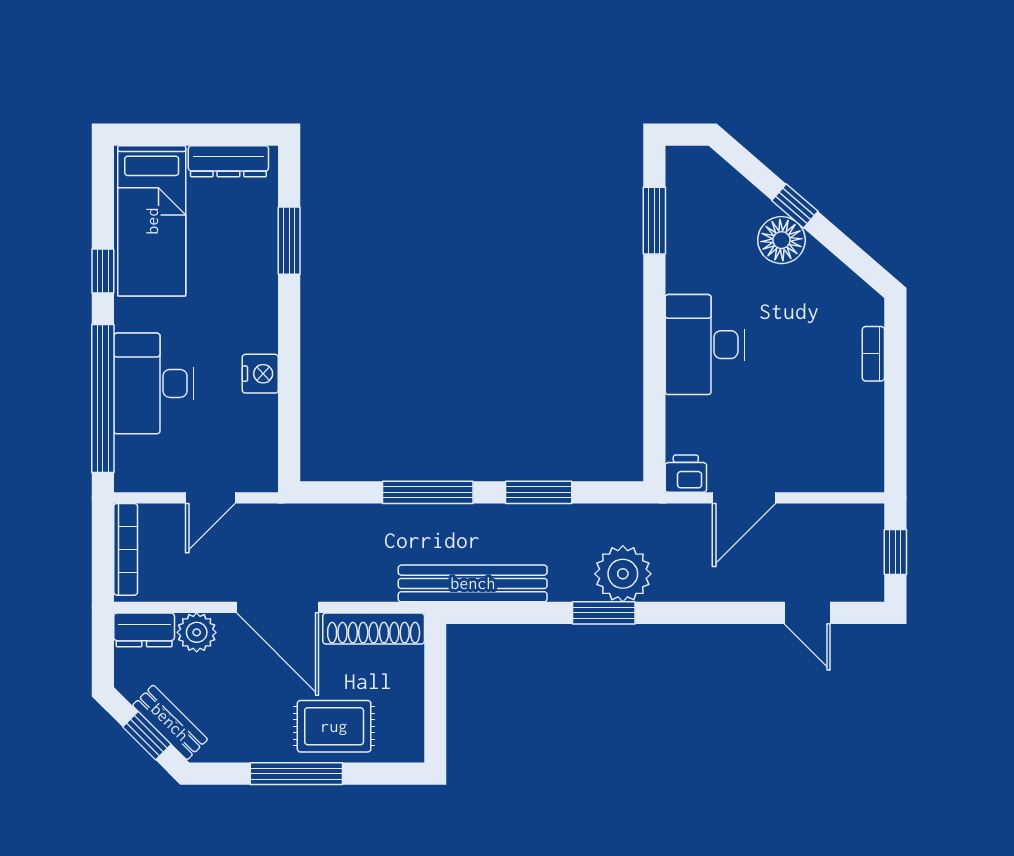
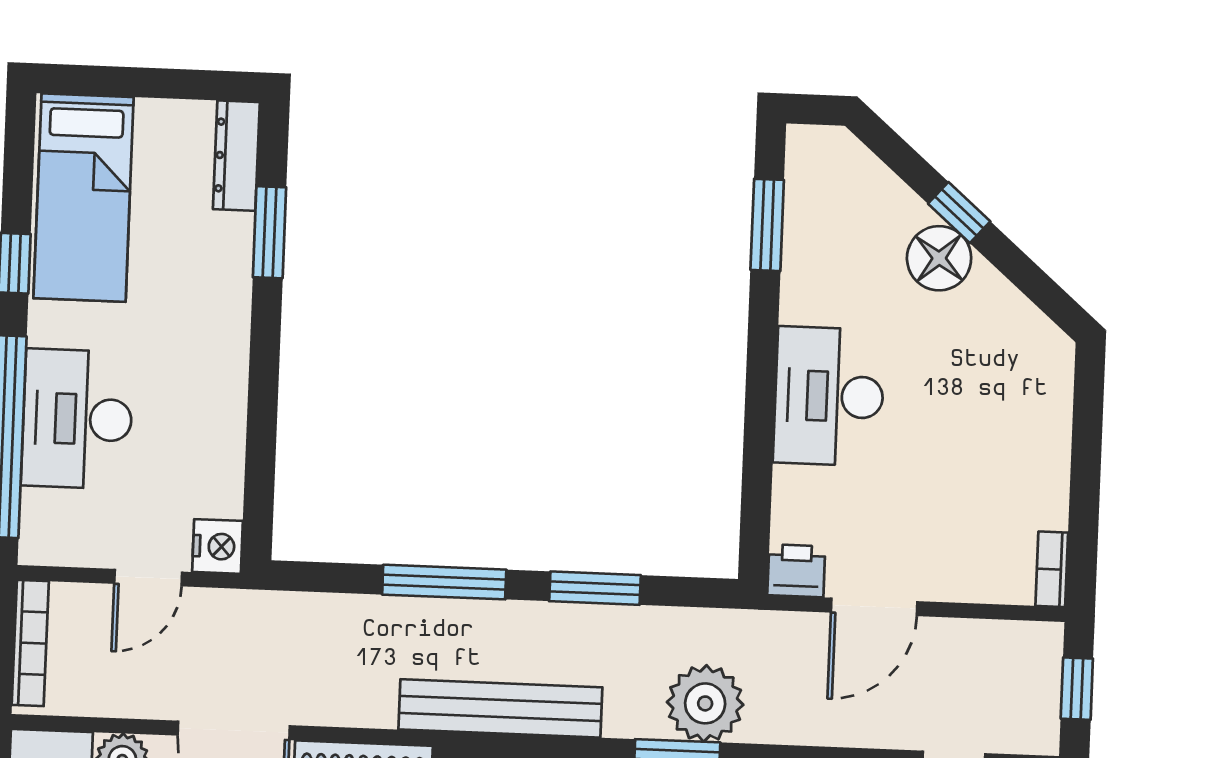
dresser: (228, 161) -> (236, 156), moved, turned 90
bookcase: (873, 354) -> (1052, 569), moved
nightstand: (260, 374) -> (218, 546), moved

